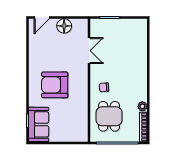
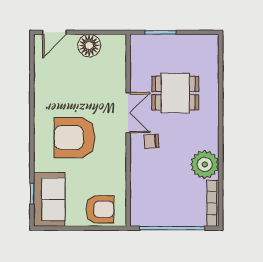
double door: (89, 51) -> (128, 113), moved
plant: (142, 106) -> (205, 164), width x1.88, depth x1.88
dining table: (109, 116) -> (175, 93), moved, turned 90
armchair: (71, 131) -> (100, 209), added

